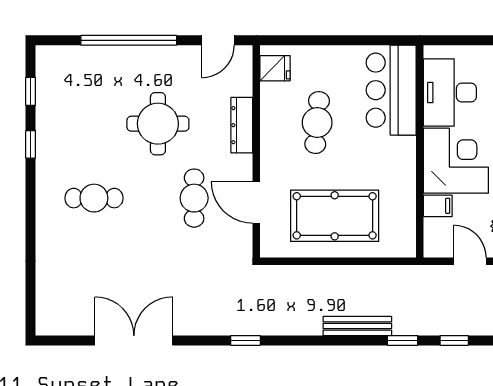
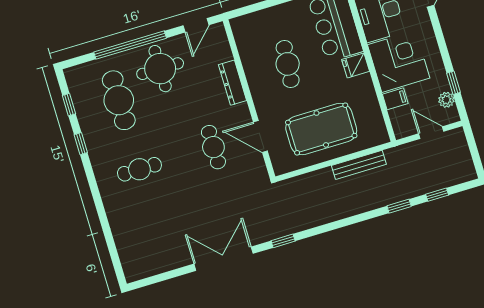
fridge: (275, 68) -> (356, 65), moved, turned 180
cafe table: (94, 105) -> (119, 100), added
round table: (158, 124) -> (160, 69), moved
bench: (357, 326) -> (359, 165), moved
double door: (134, 340) -> (224, 259), moved

